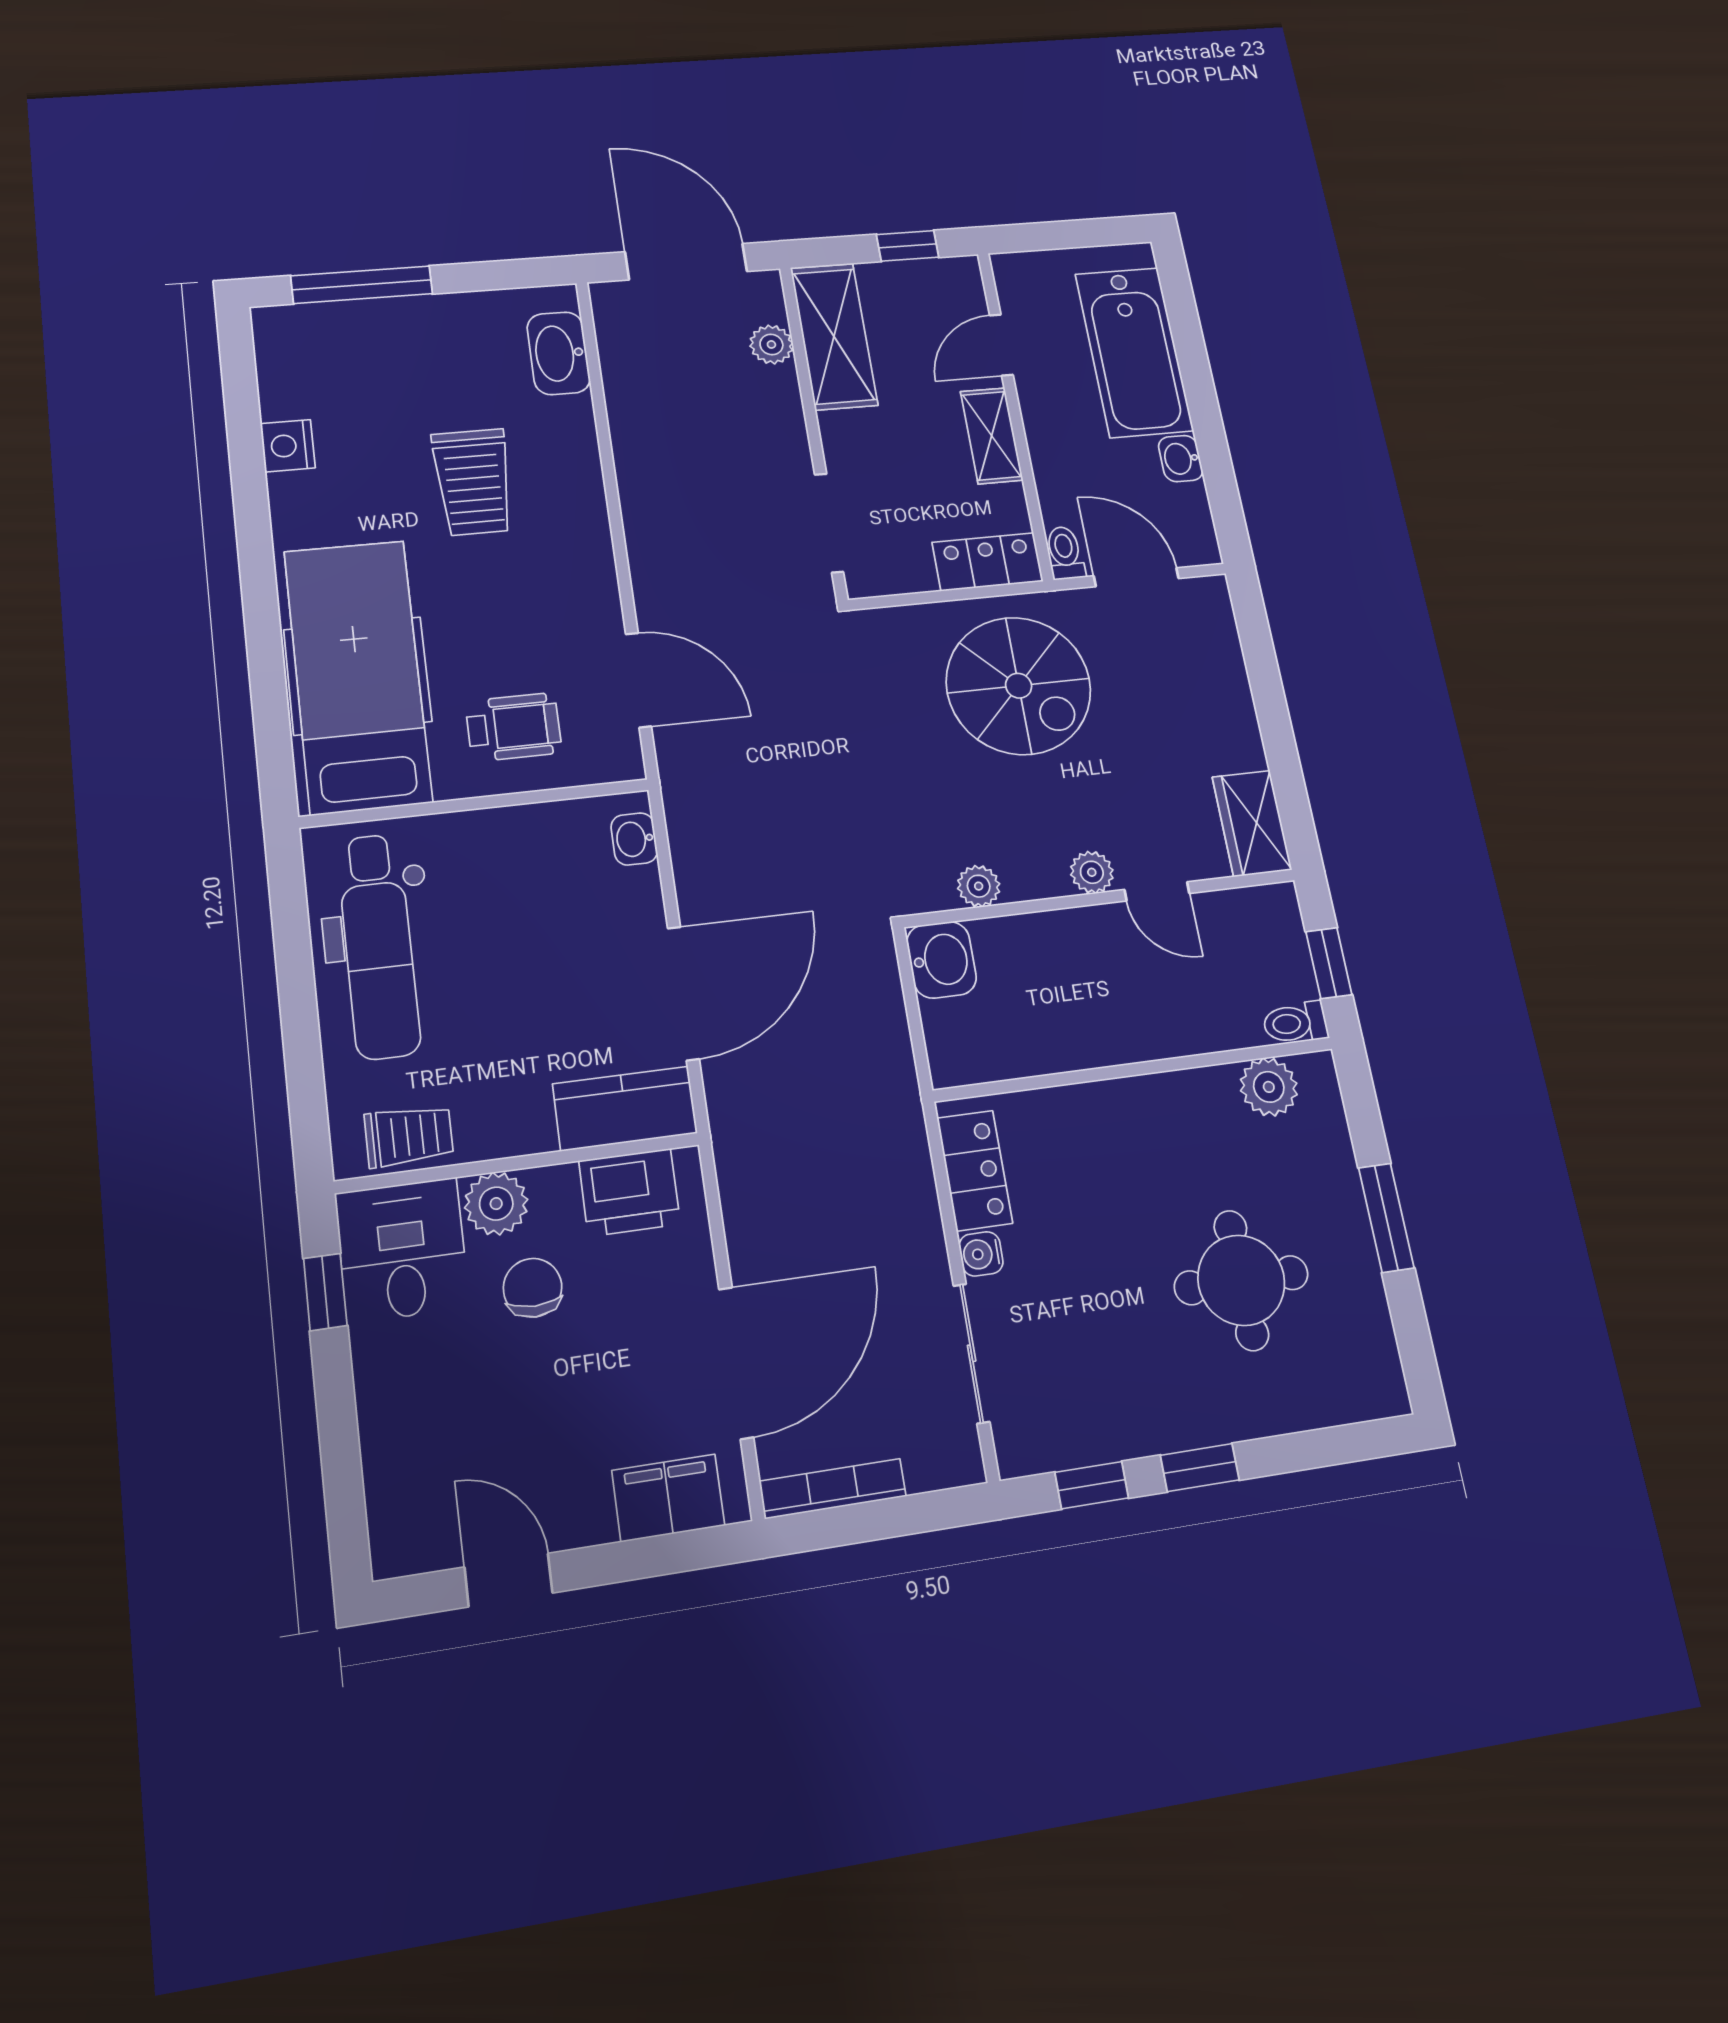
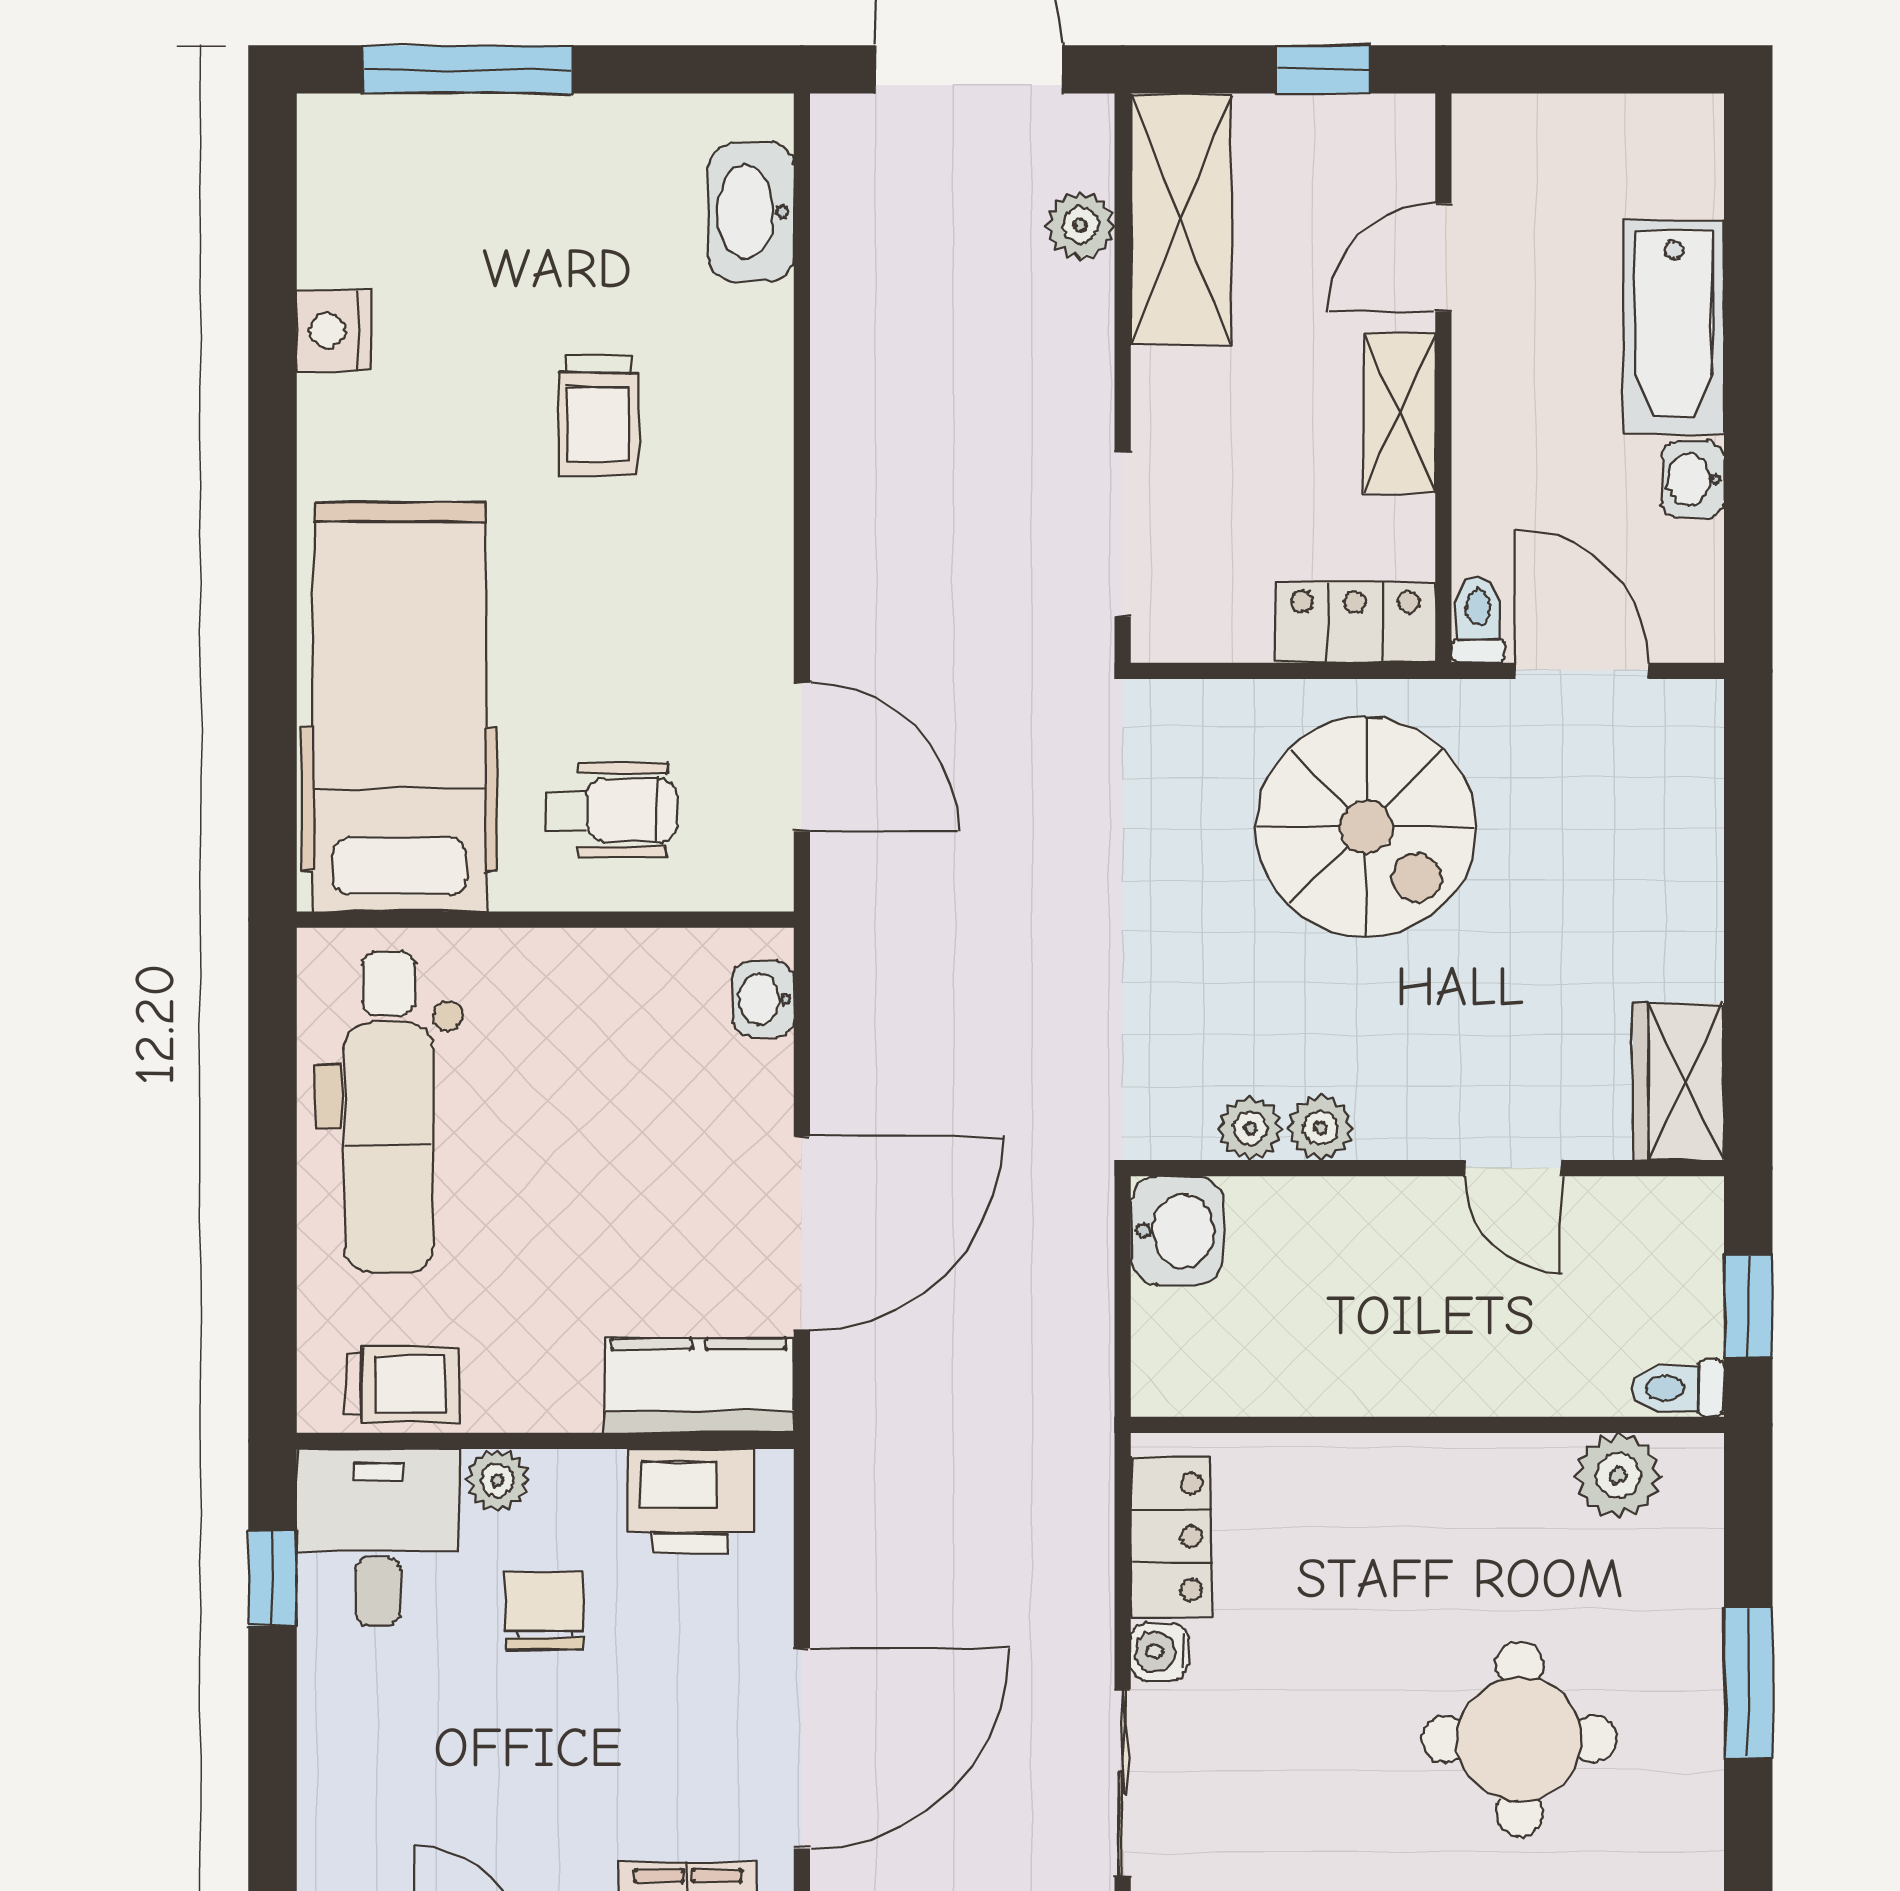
bathtub: (1134, 352) -> (1674, 327), width x0.73, depth x0.73
trolley: (473, 482) -> (598, 416), width x0.73, depth x0.72
plant: (1092, 872) -> (1321, 1128), moved
plant: (496, 1204) -> (497, 1480), width x0.73, depth x0.73

